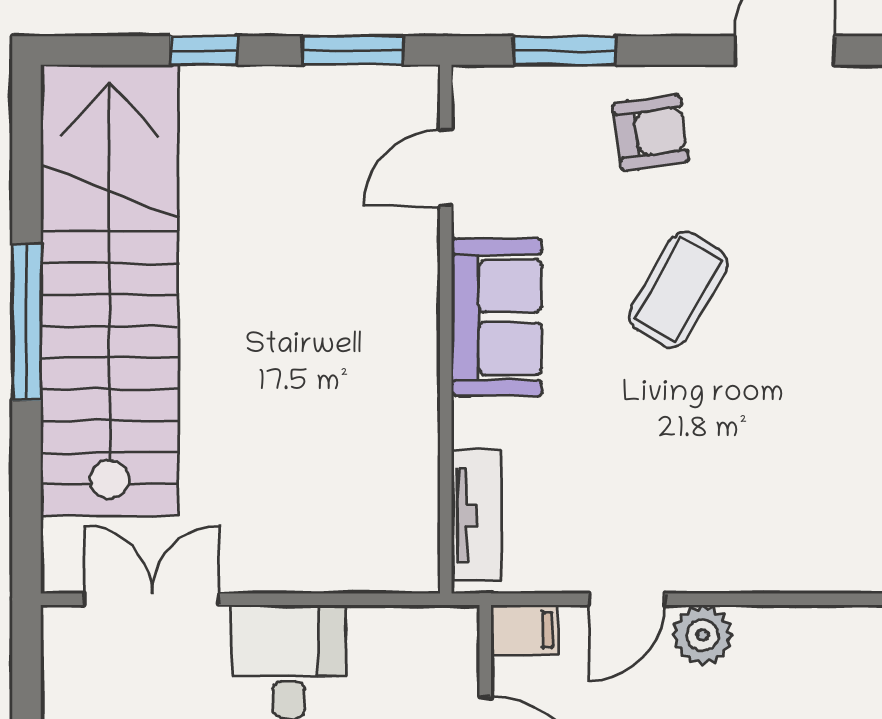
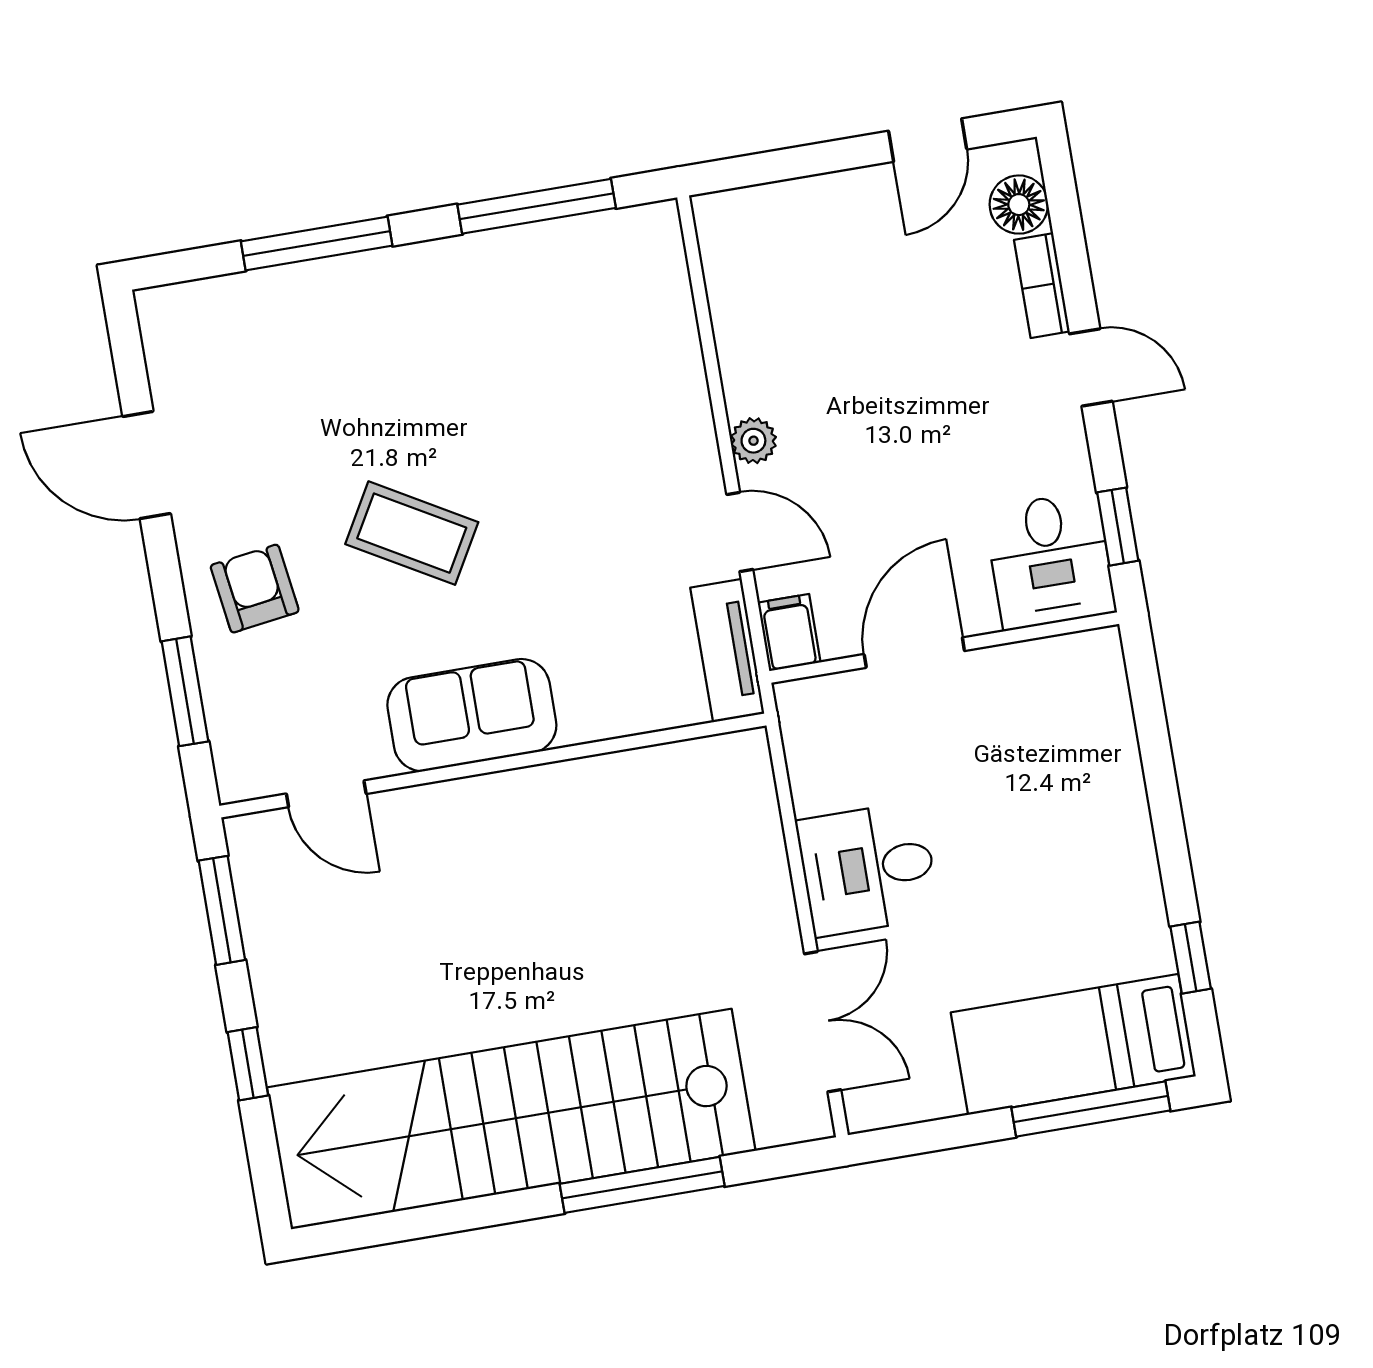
window: (27, 323) -> (642, 1185), moved
tv unit: (476, 515) -> (727, 651), moved, turned -90
double door: (152, 599) -> (823, 1022), swing flipped
plant: (703, 635) -> (753, 441), width x0.73, depth x0.73

